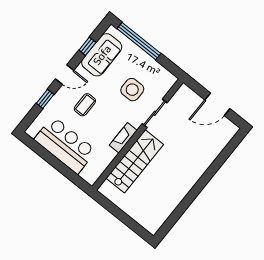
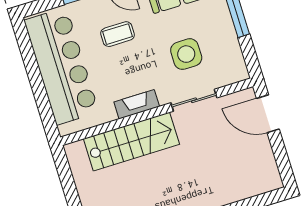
door: (217, 104) -> (268, 114), moved
bar counter: (65, 145) -> (61, 66), width x1.36

